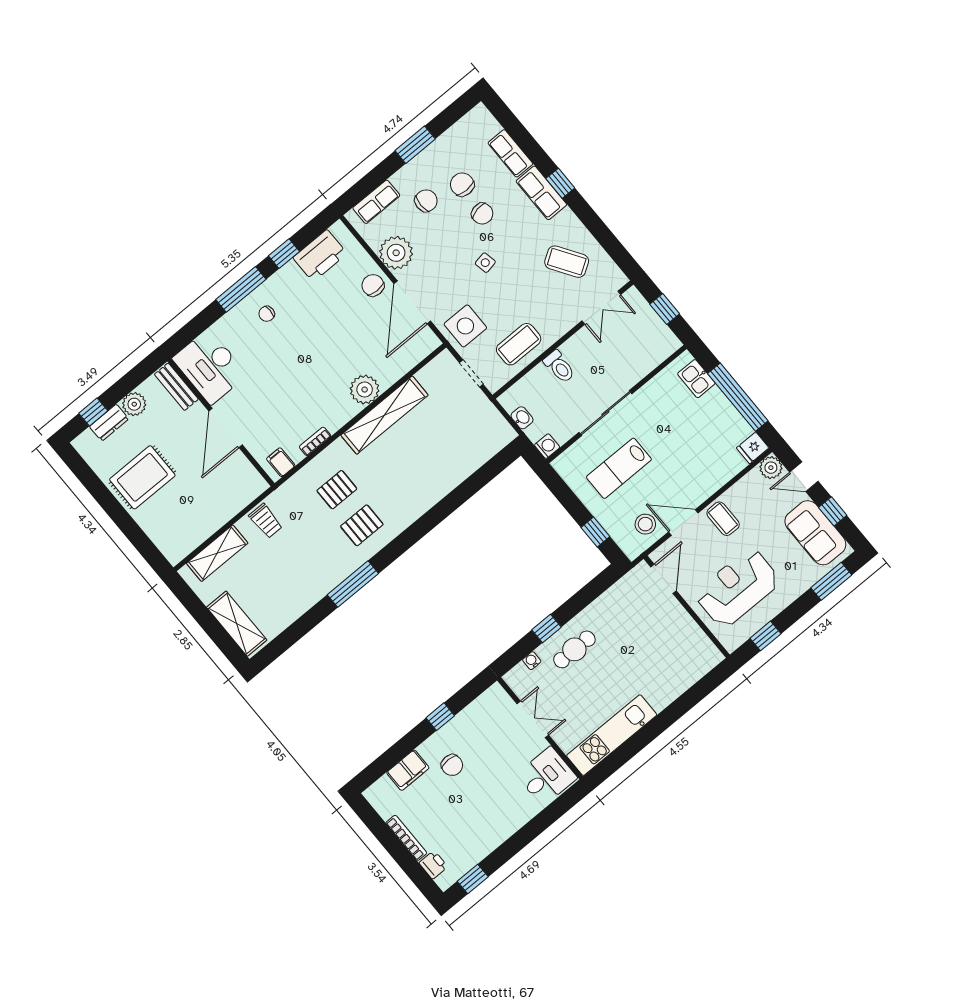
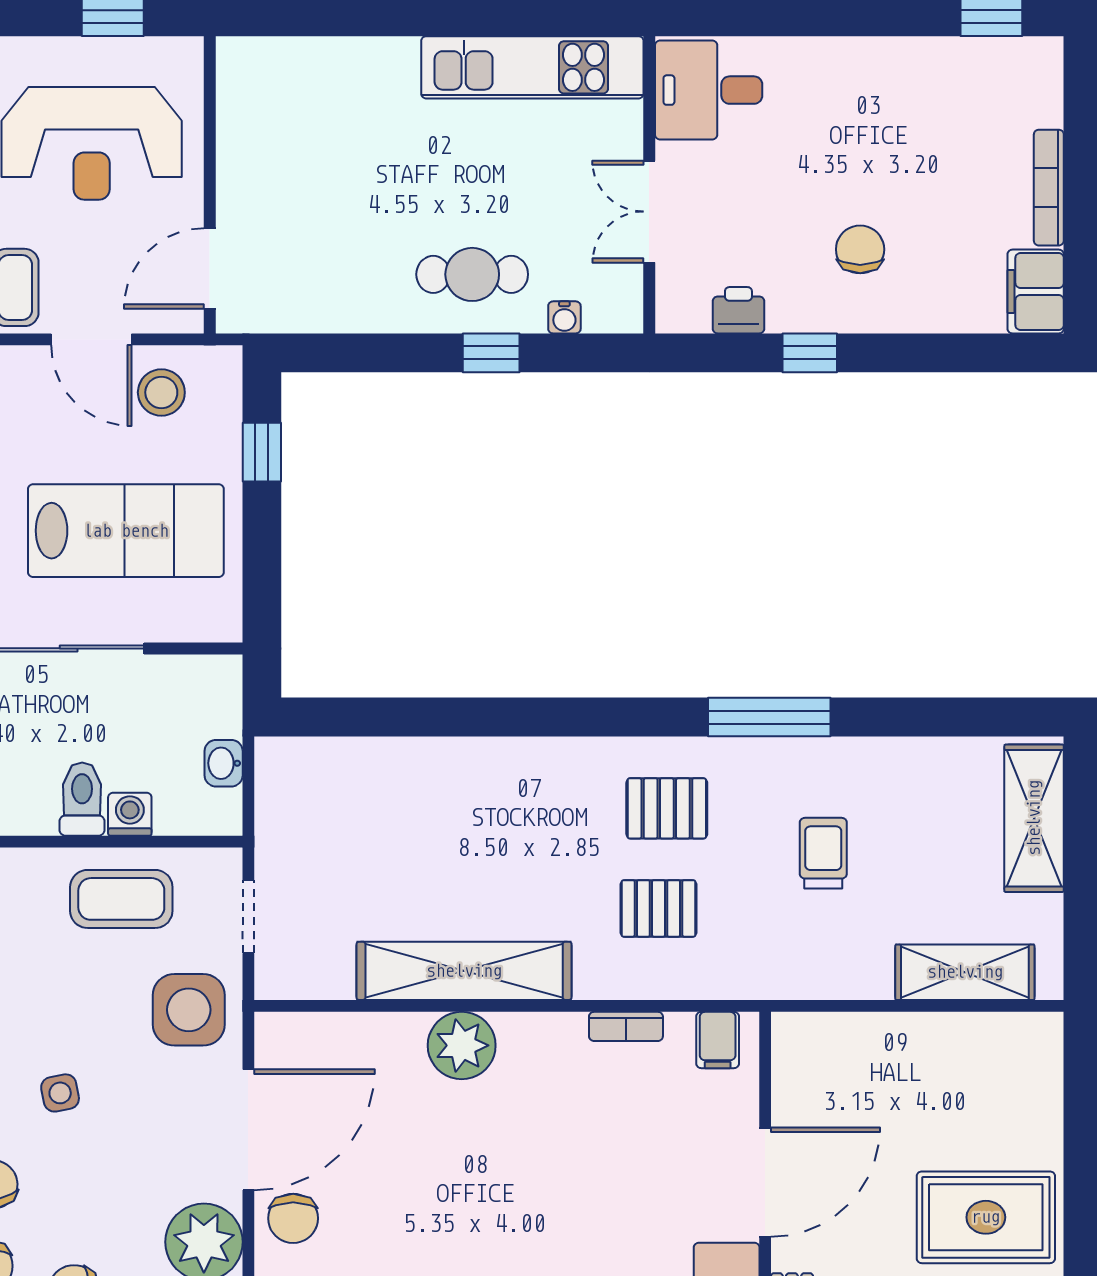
washing machine: (547, 446) -> (130, 814), moved, turned 90
lab bench: (619, 468) -> (126, 531), width x1.36, depth x1.39
trolley: (266, 521) -> (823, 853), moved
filing cabinet: (408, 770) -> (1036, 291), moved, turned -90
printer: (433, 865) -> (738, 310), moved, turned 90

